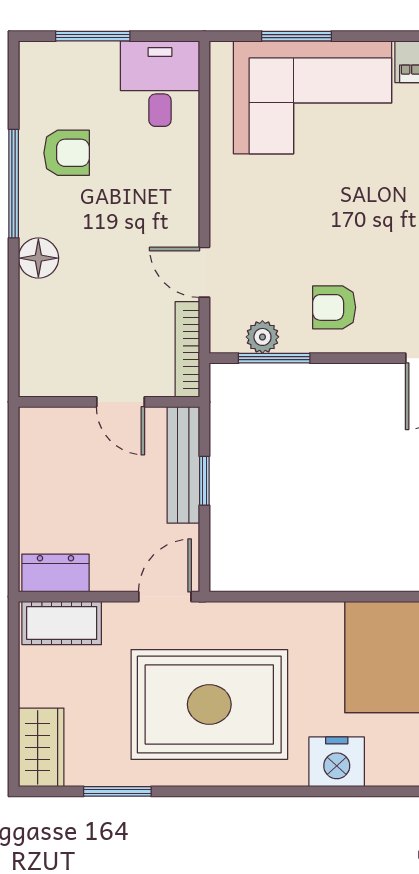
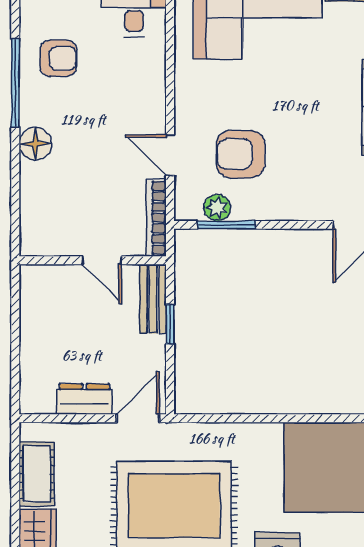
armchair: (334, 307) -> (241, 154), moved, width x1.38, depth x1.38
bench: (183, 465) -> (153, 299), width x0.73
dresser: (55, 573) -> (84, 399), moved
cot: (62, 623) -> (37, 474), moved, turned 90

